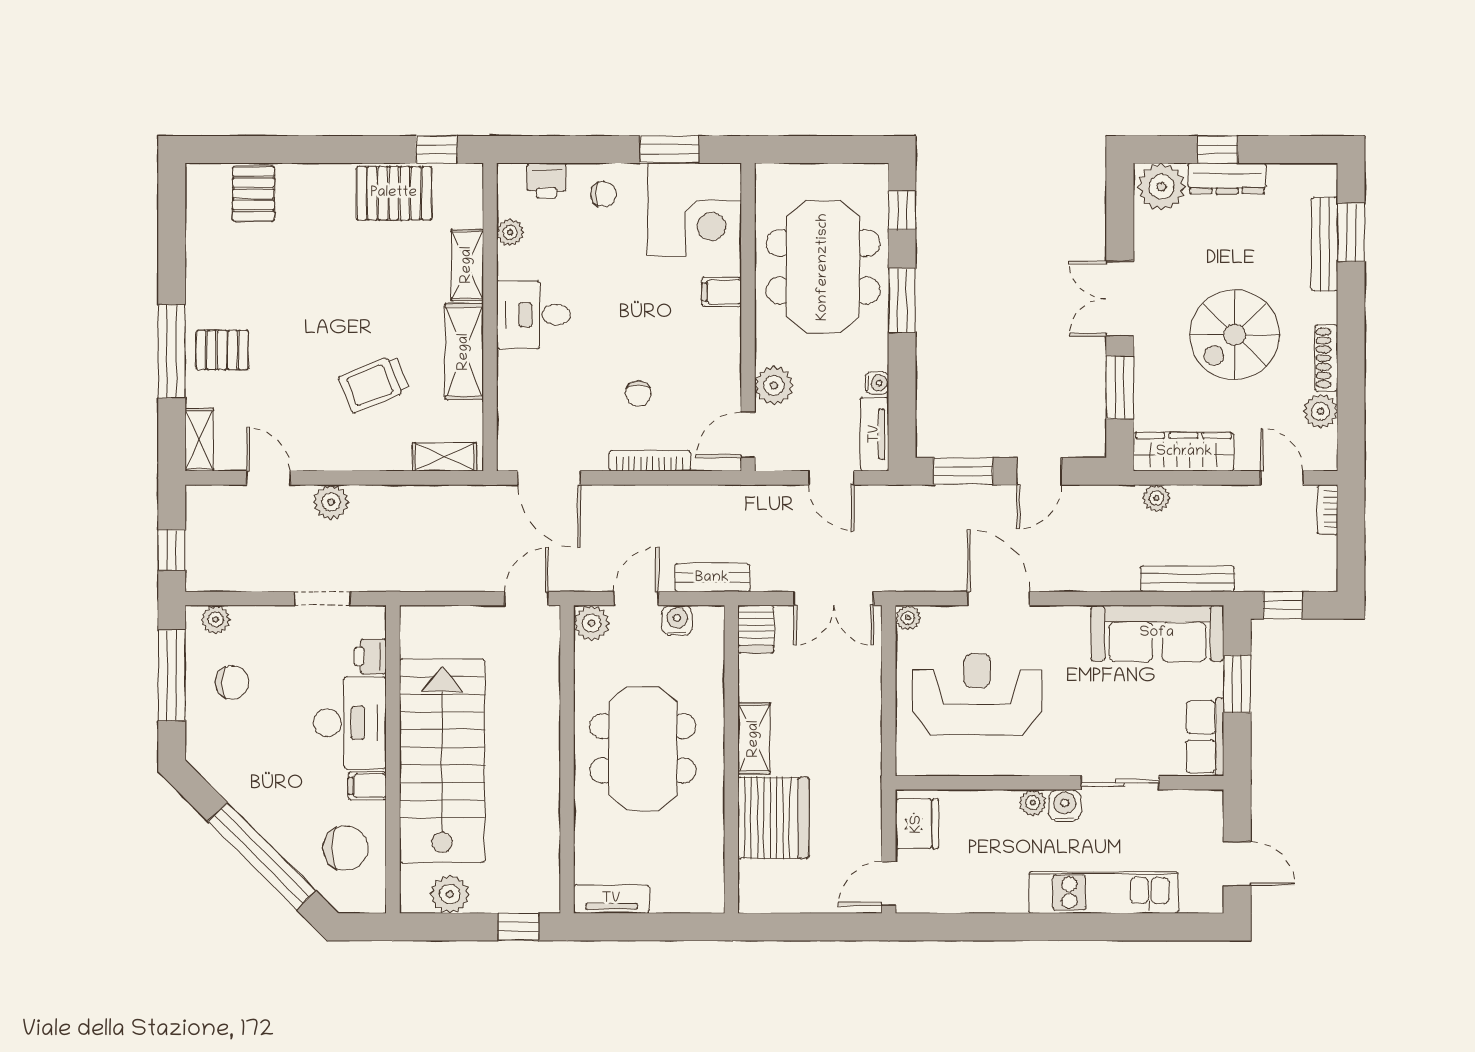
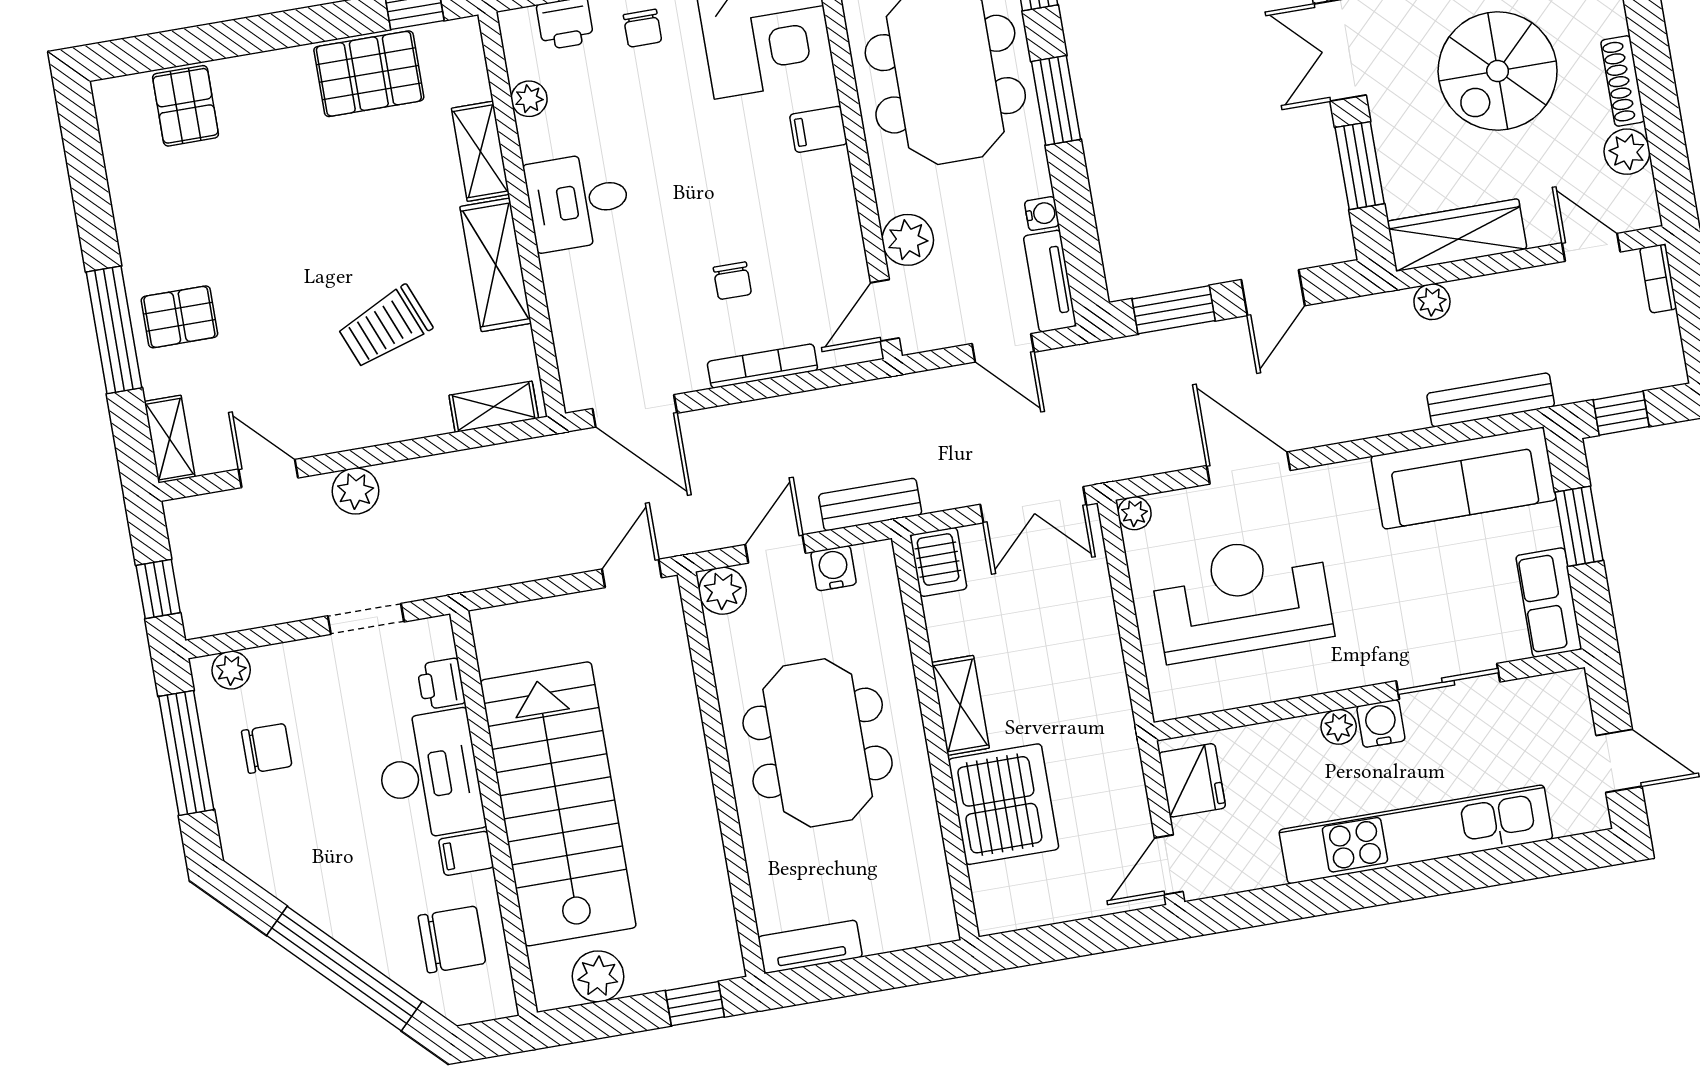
chair: (603, 194) -> (642, 28), turned 90
kitchen unit: (1104, 892) -> (1416, 834), width x1.36

